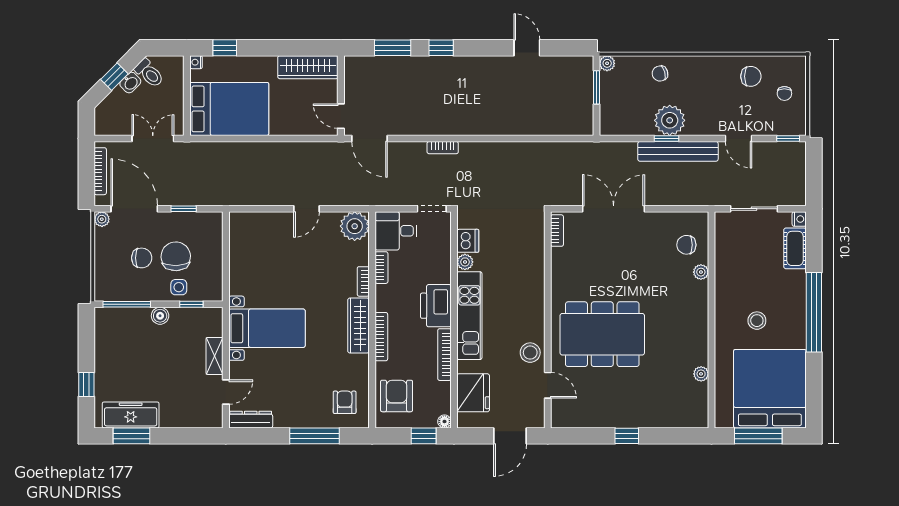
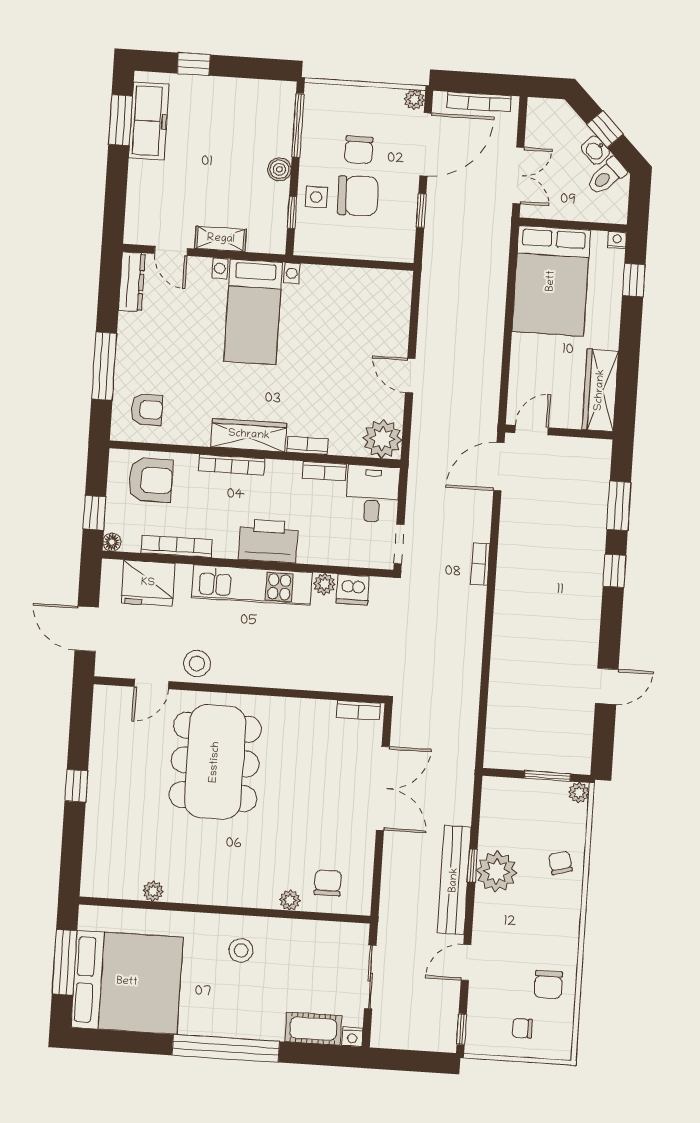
stool: (757, 321) -> (241, 950), moved
bookcase: (444, 355) -> (177, 546), moved

